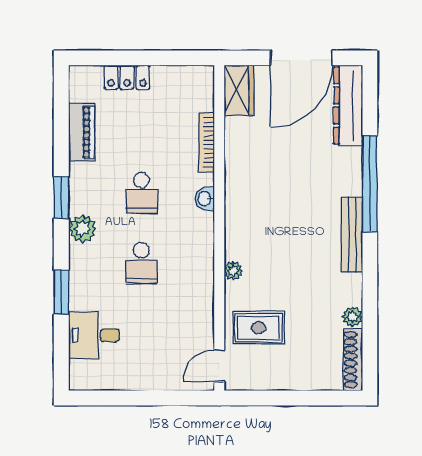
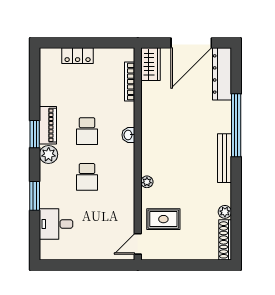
piano: (82, 132) -> (48, 125), moved
bookcase: (207, 142) -> (130, 82), moved

